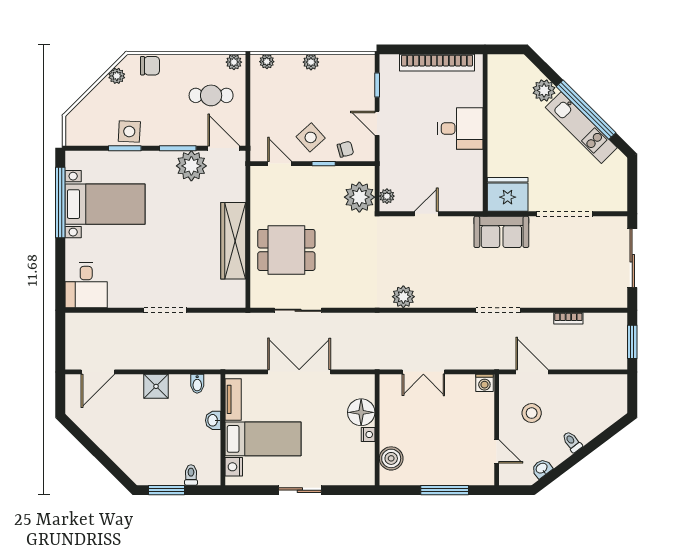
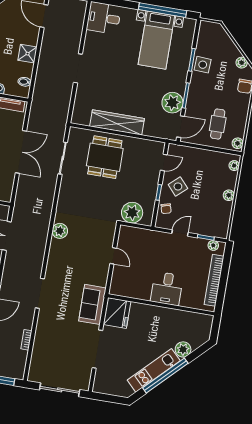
plant: (387, 196) -> (213, 245), moved

